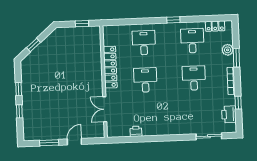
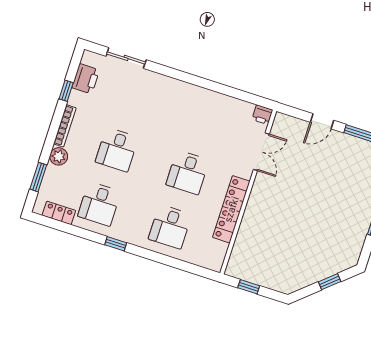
plant: (228, 50) -> (59, 156), moved
window: (236, 58) -> (38, 177), moved
printer: (136, 131) -> (262, 115), moved

